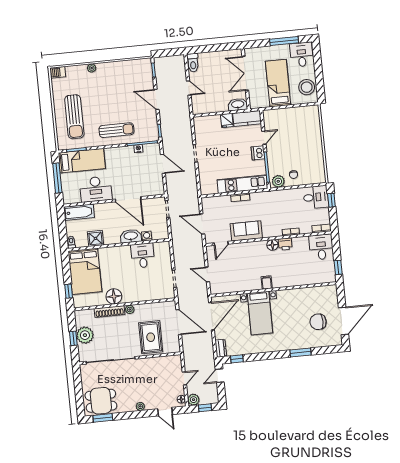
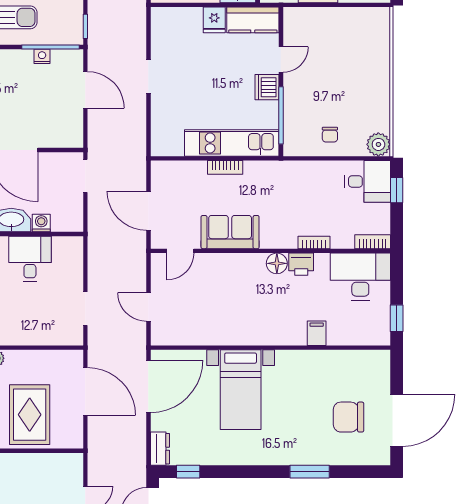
plant: (278, 181) -> (378, 144), moved
desk: (321, 247) -> (360, 277), width x1.37
filing cabinet: (267, 282) -> (317, 333), moved

